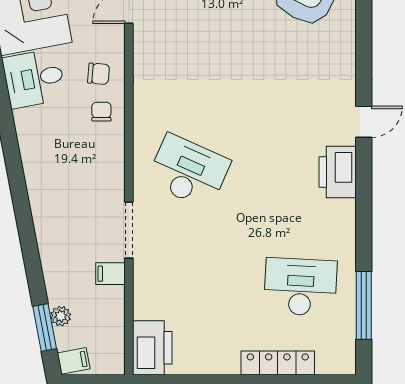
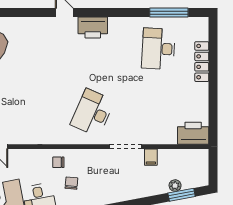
chair: (99, 74) -> (71, 183), moved
filing cabinet: (74, 361) -> (201, 178), removed

